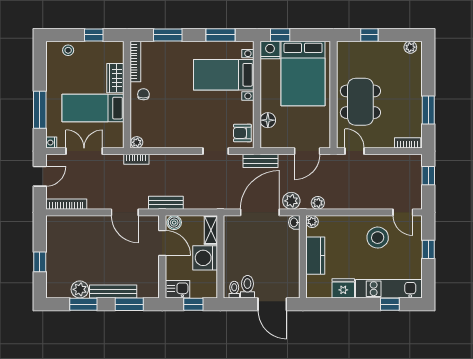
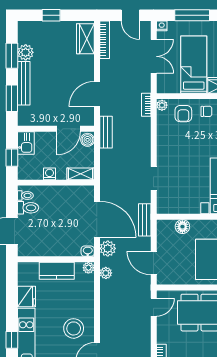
armchair: (242, 133) -> (183, 114), moved, turned 180
wardrobe: (65, 225) -> (85, 39), added
washing machine: (205, 258) -> (49, 174), width x0.53, depth x0.53

